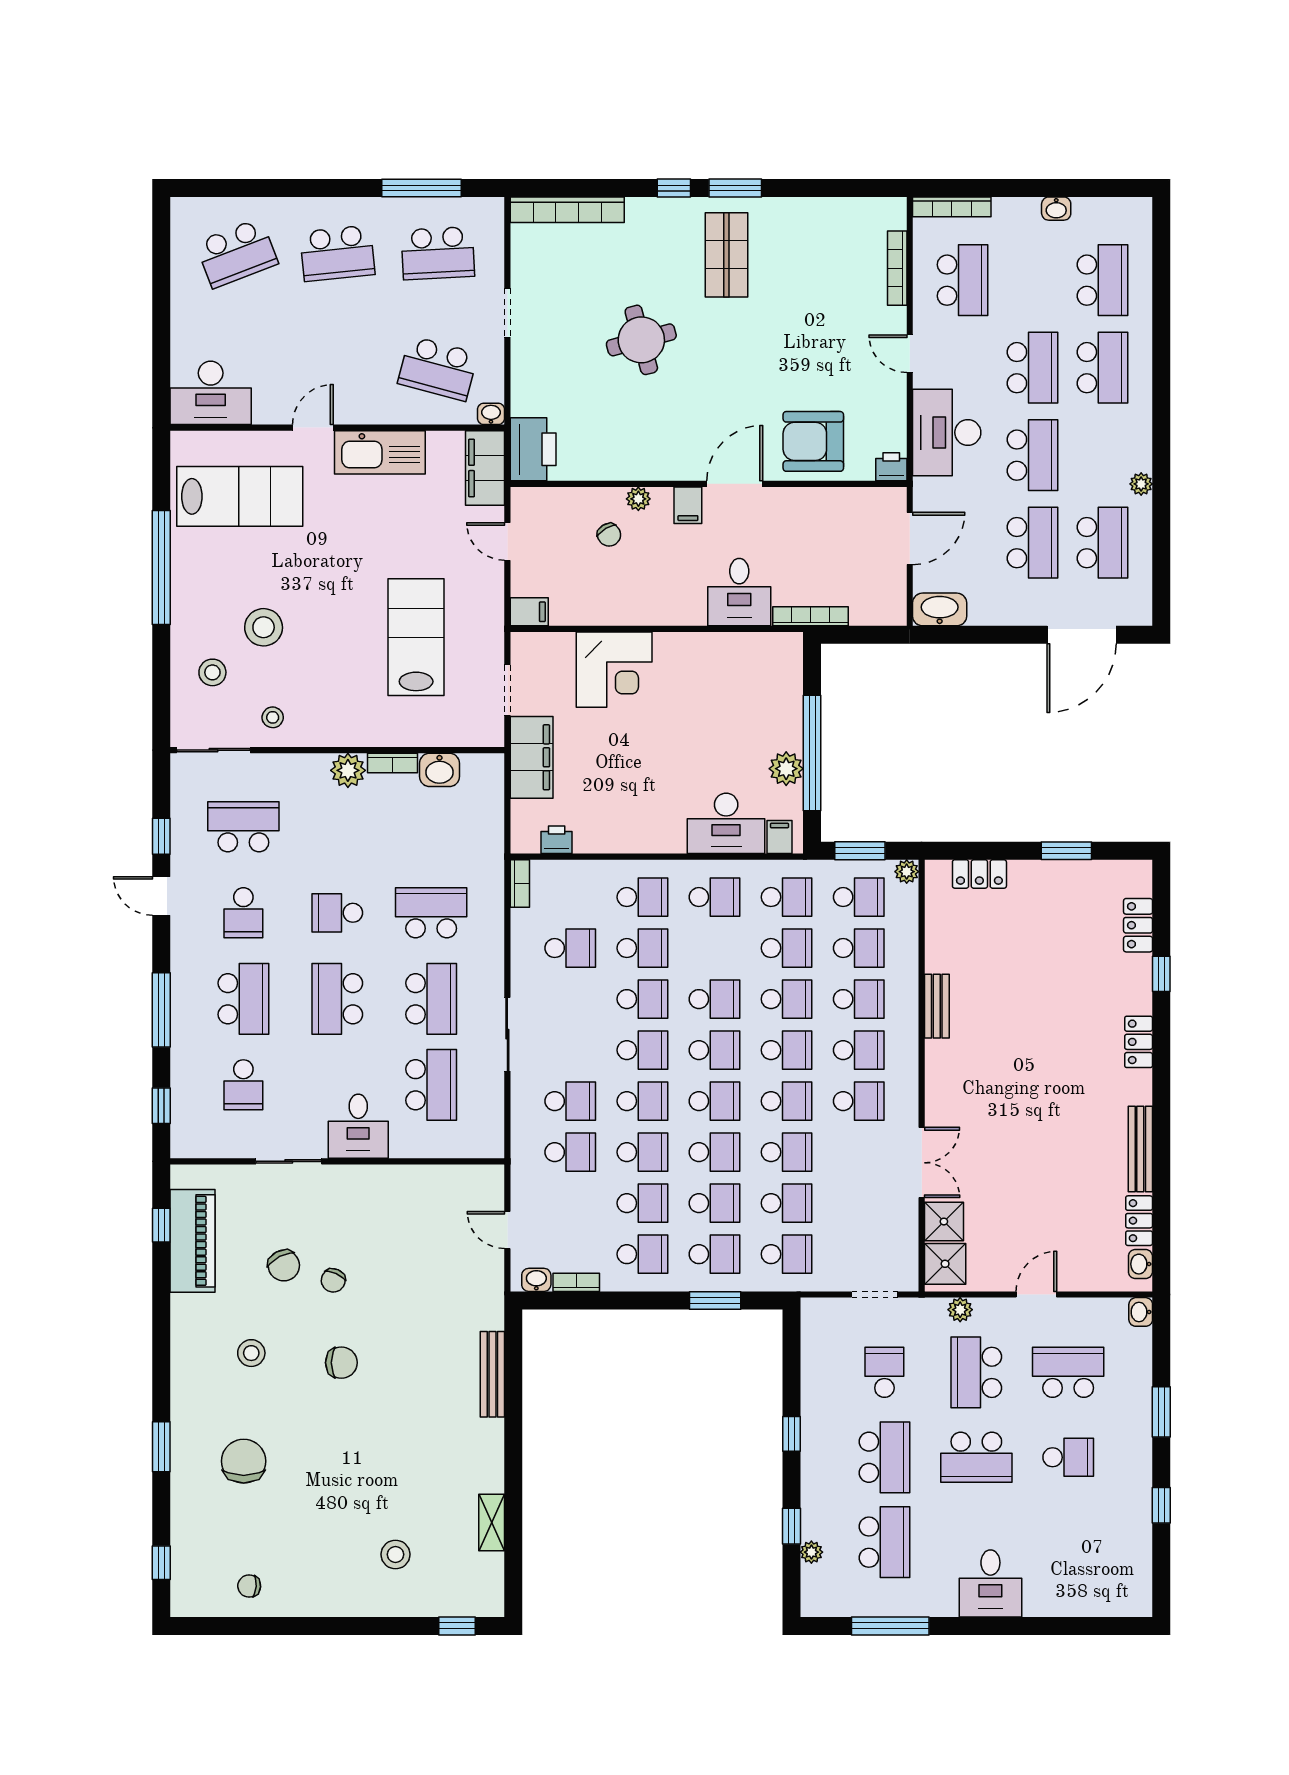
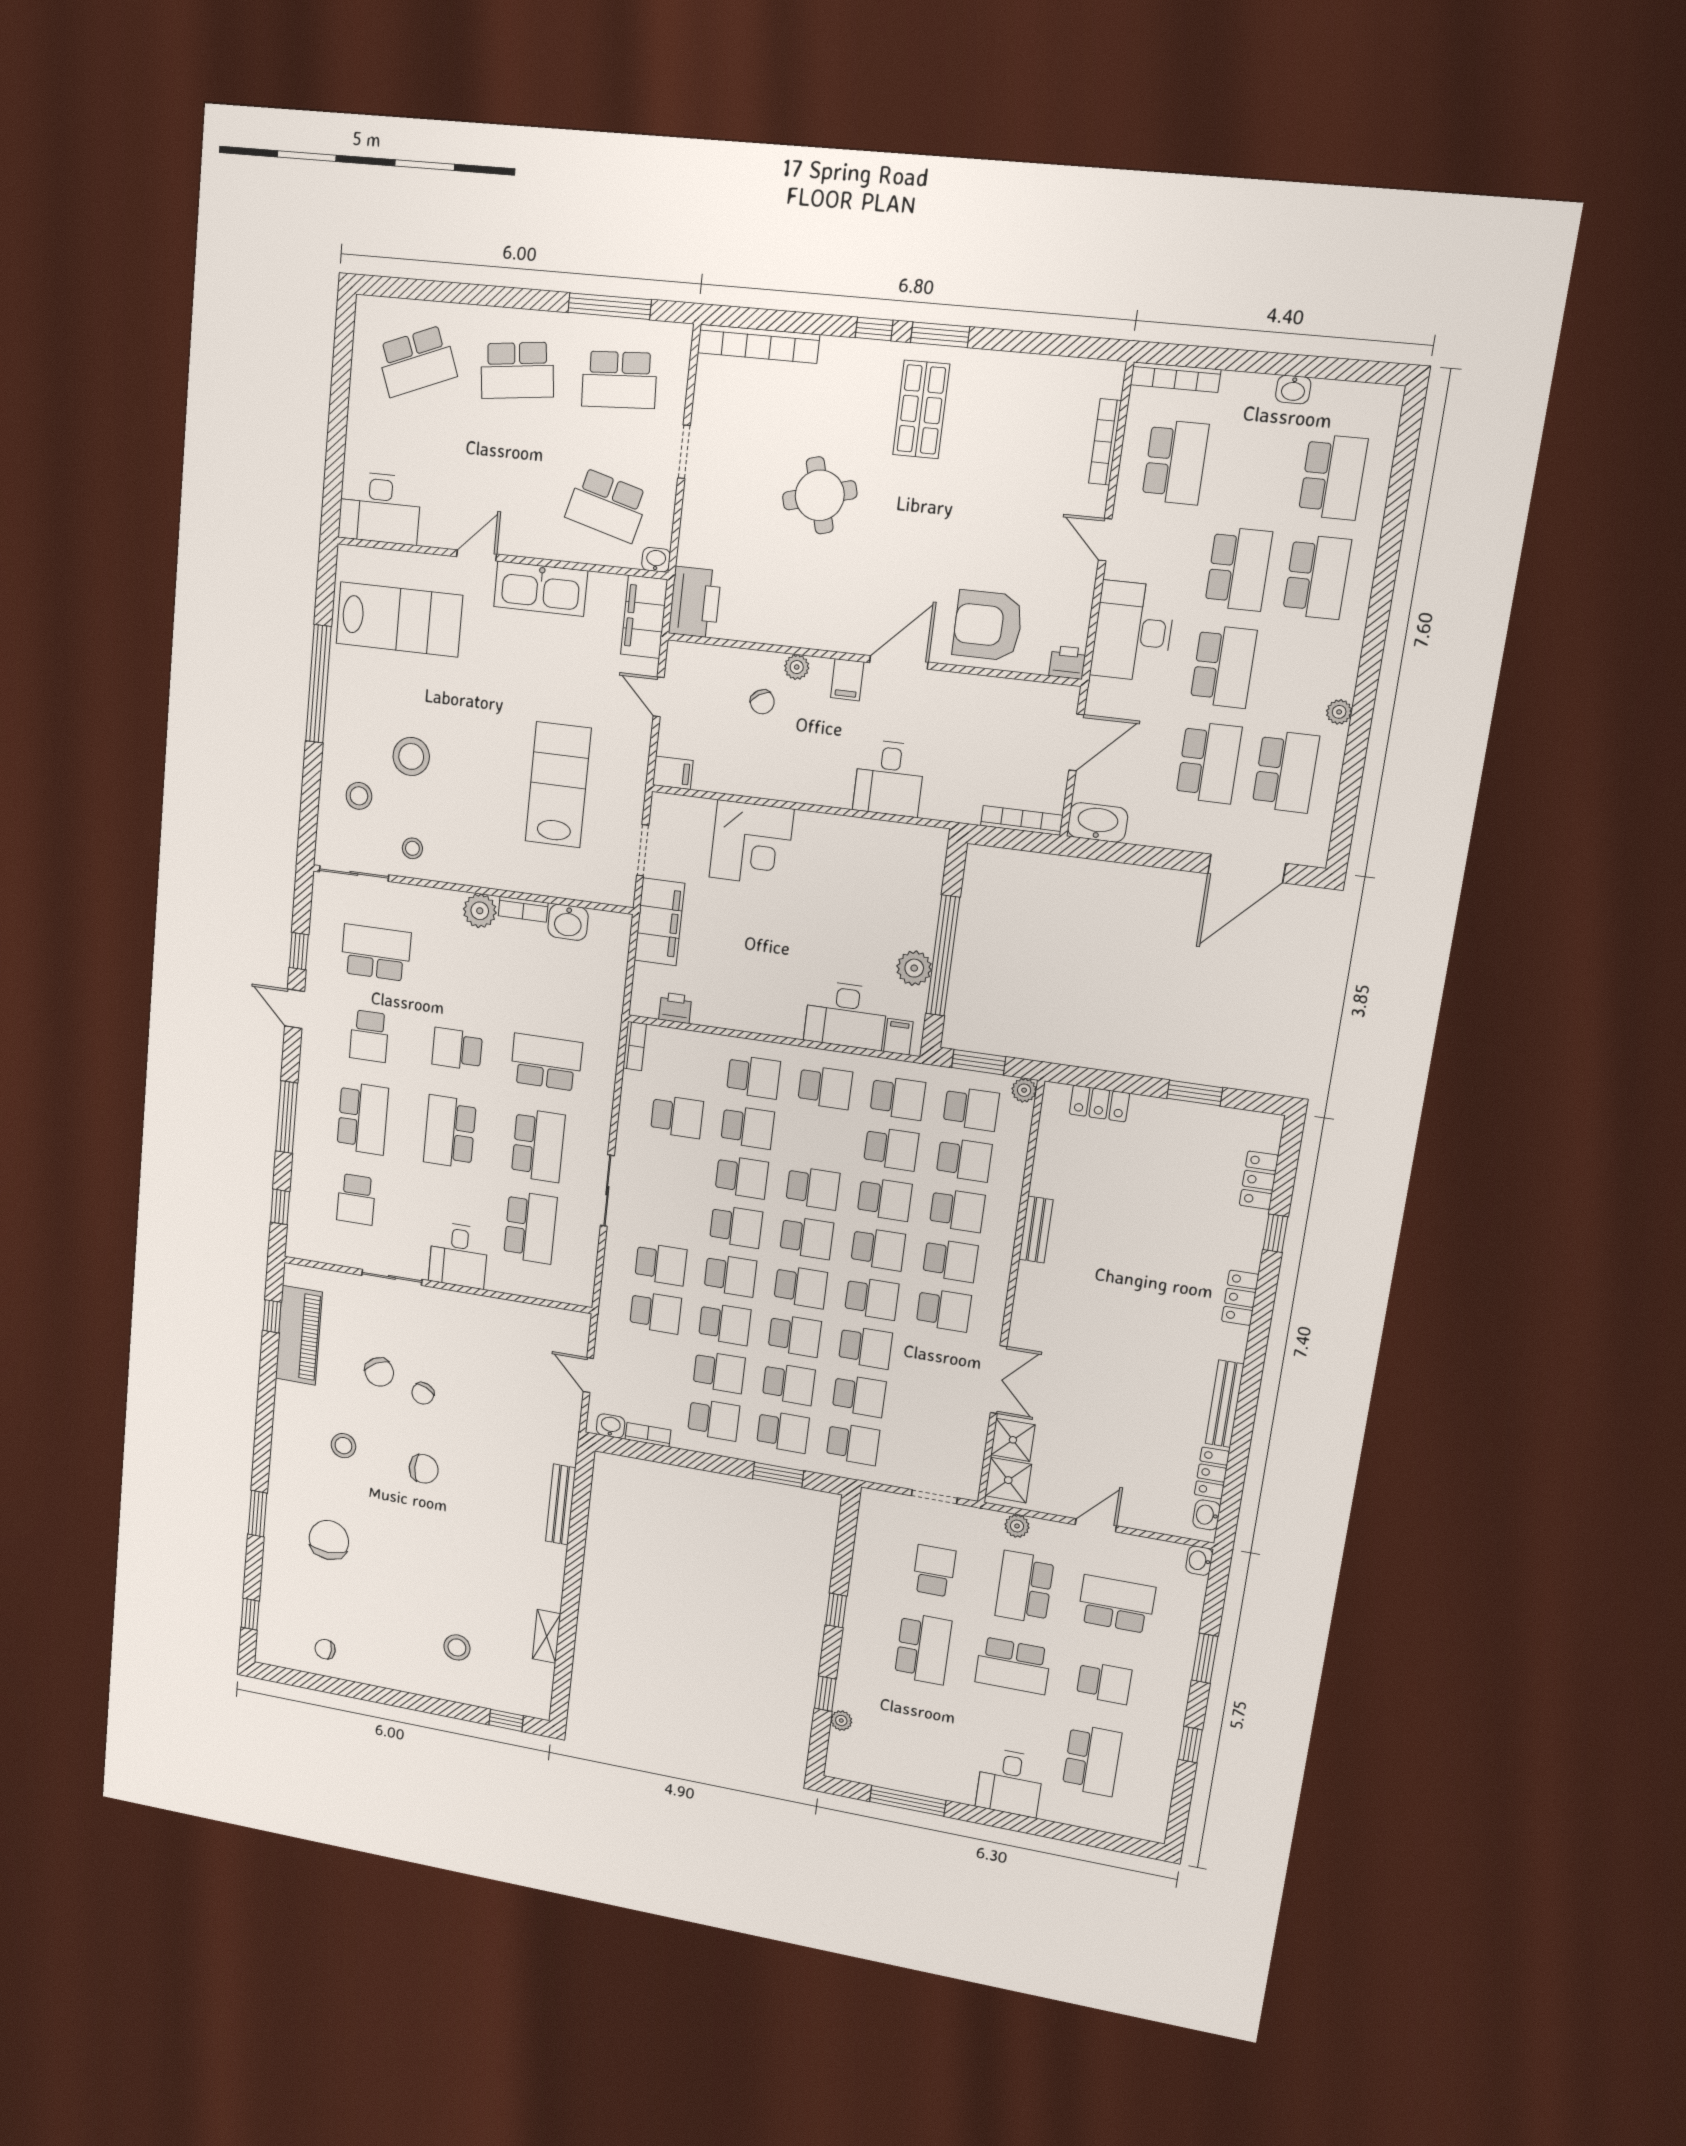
bookcase: (811, 616) -> (1022, 820), moved
school desk: (884, 1542) -> (1092, 1760), moved

